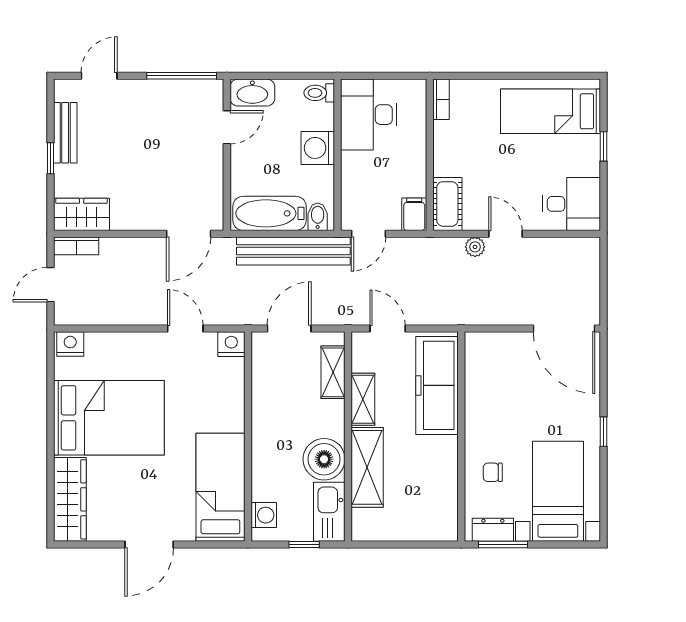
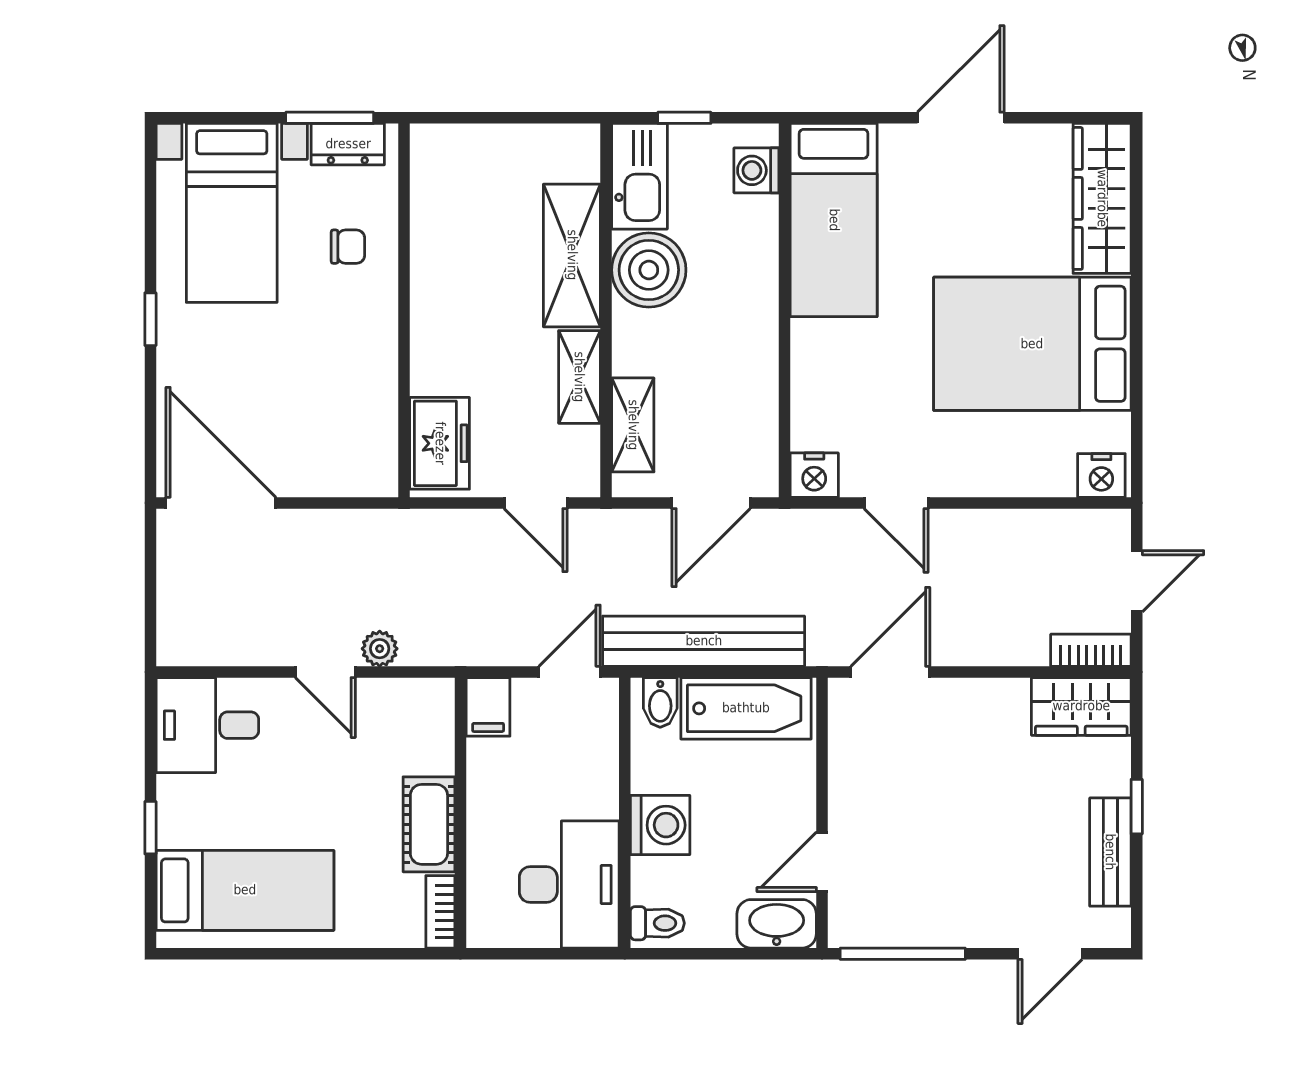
cot: (447, 204) -> (429, 824), moved
freezer: (437, 385) -> (440, 443), width x0.52, depth x0.79

